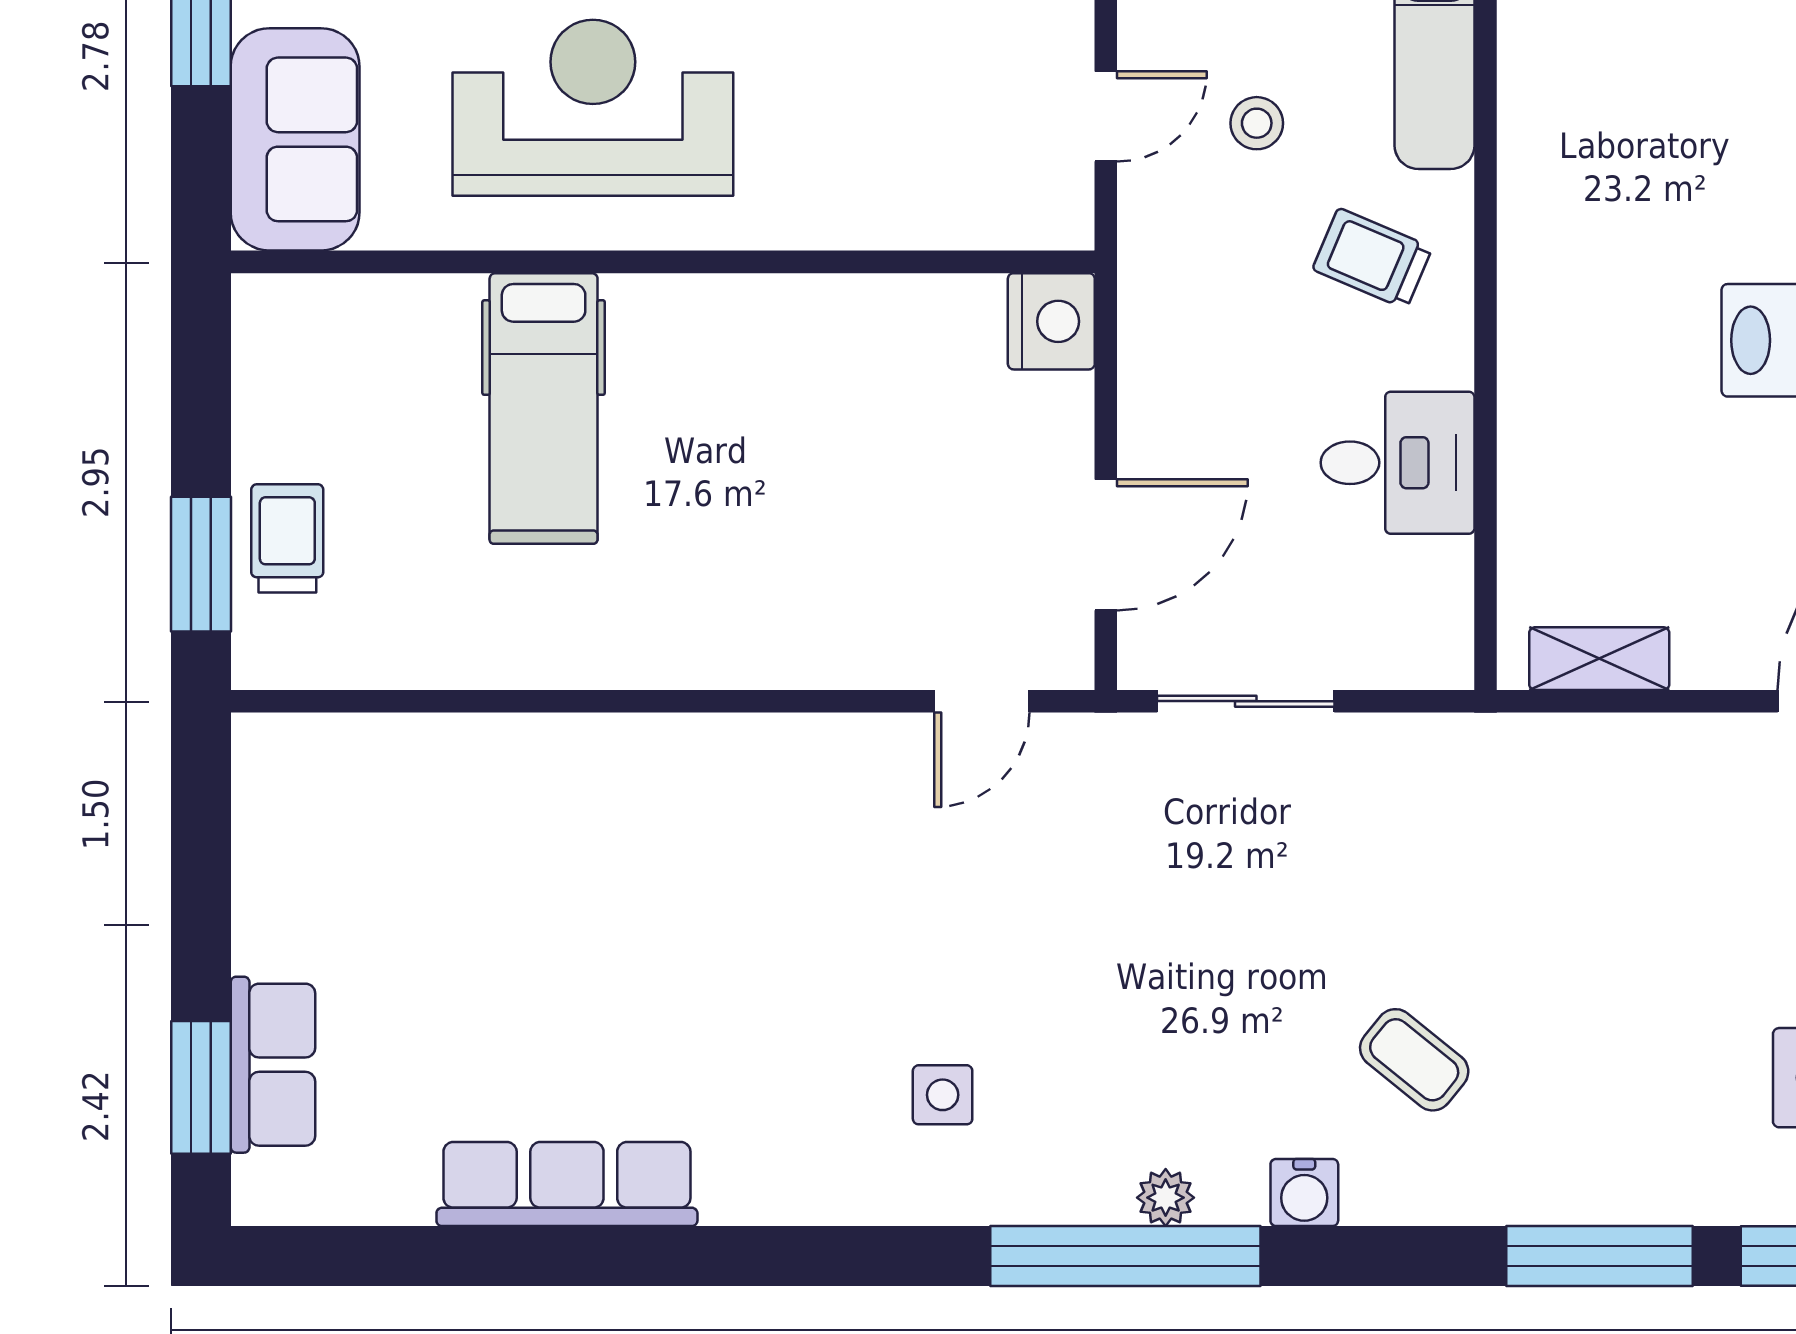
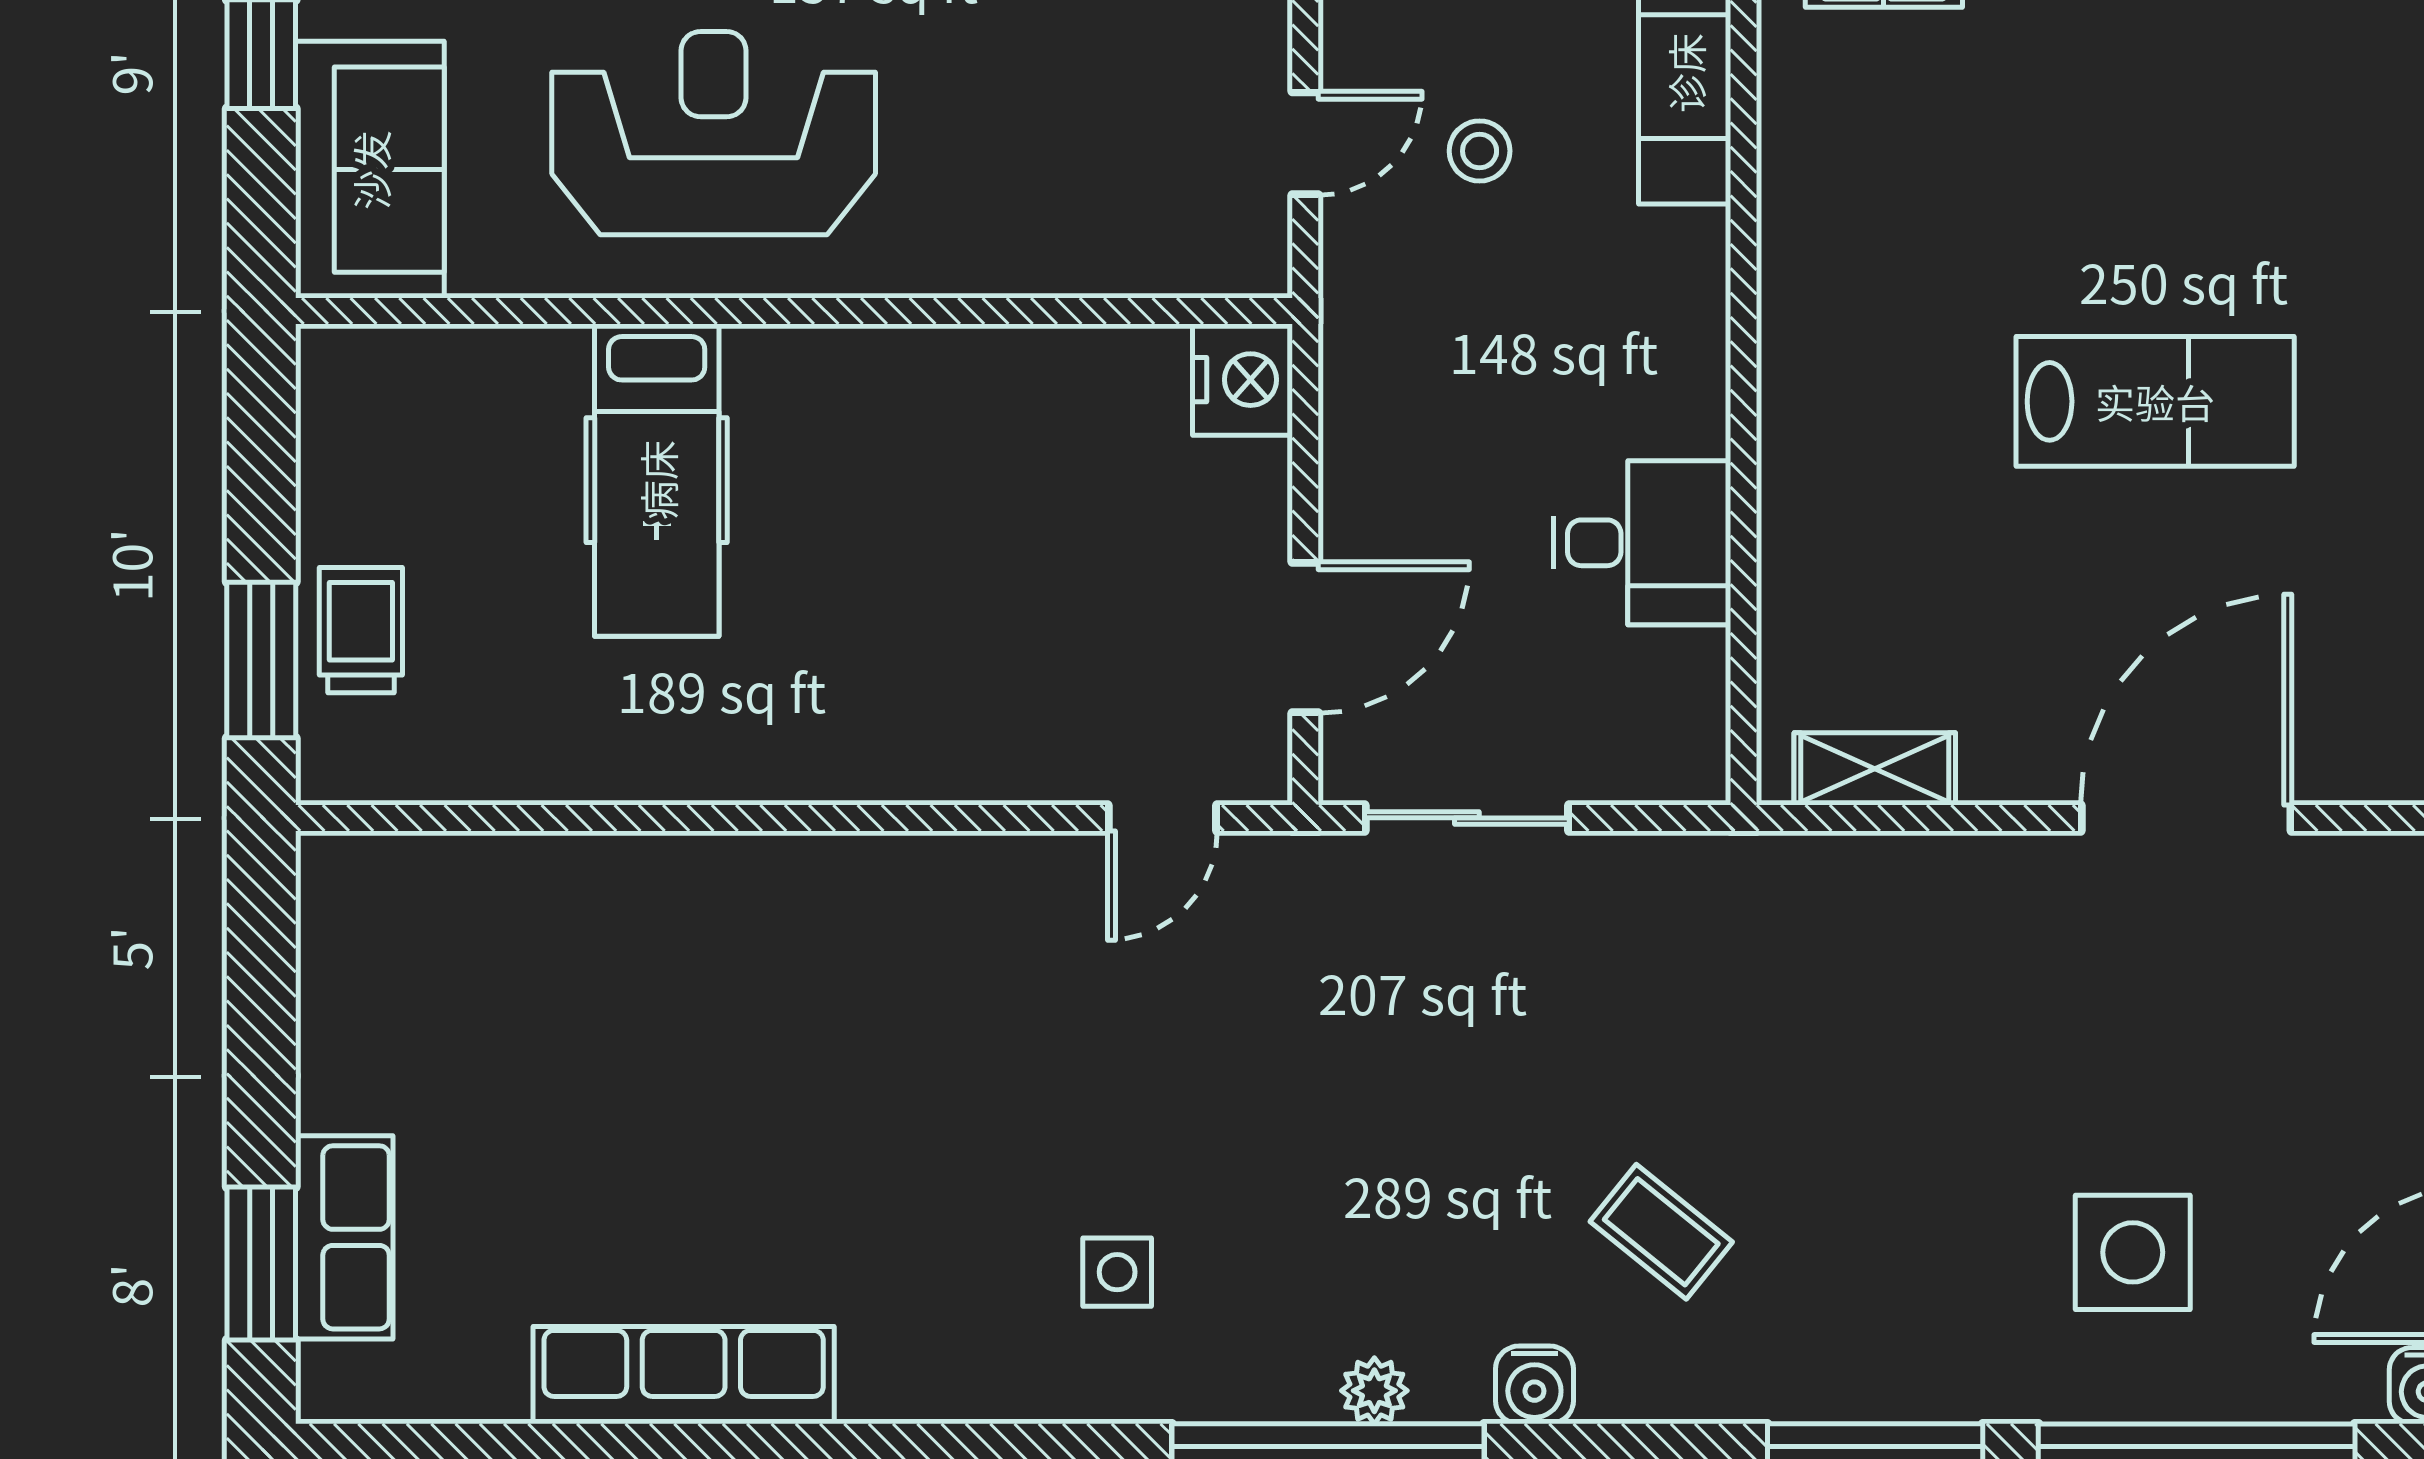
trolley: (1372, 258) -> (1613, 307), removed

